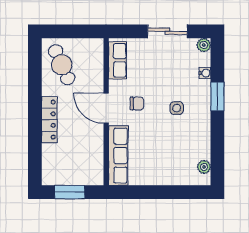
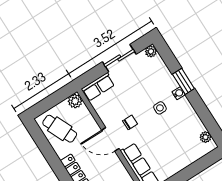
plant: (95, 47) -> (75, 101), added
row of seats: (118, 60) -> (98, 87), moved, turned 90
water cooler: (205, 73) -> (179, 93), moved

